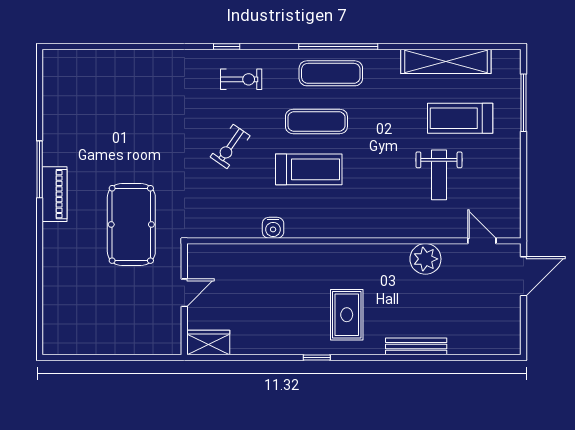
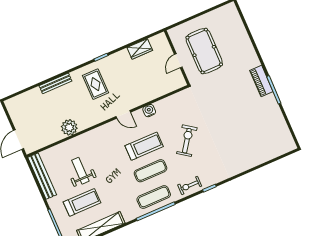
exercise bike: (241, 79) -> (190, 186), moved
exercise bike: (230, 146) -> (187, 141), width x1.38, depth x1.39
treadmill: (309, 169) -> (144, 146), turned 180
bench: (510, 194) -> (42, 176), added
pool table: (131, 224) -> (204, 51), moved
door: (482, 241) -> (123, 114), moved
wardrobe: (208, 343) -> (140, 49), moved

